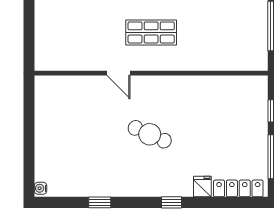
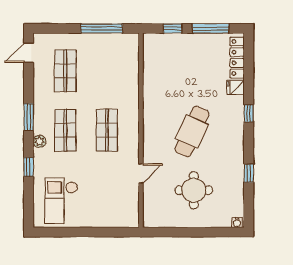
door: (119, 73) -> (141, 173), moved
cafe table: (150, 134) -> (192, 131), width x1.37, depth x1.35
round table: (79, 137) -> (194, 190), added

